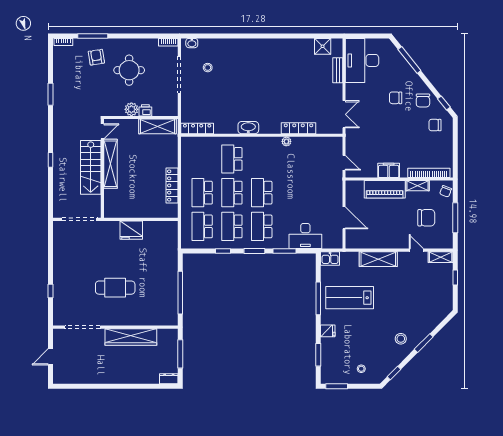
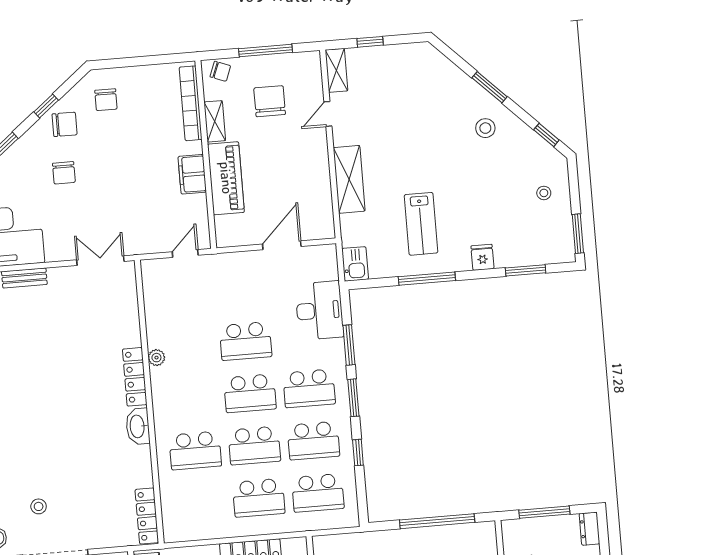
window: (444, 103) -> (46, 106), moved
locker: (298, 128) -> (135, 377), moved
school desk: (292, 193) -> (246, 341), added
lab bench: (350, 298) -> (421, 224), width x0.73, depth x0.72

